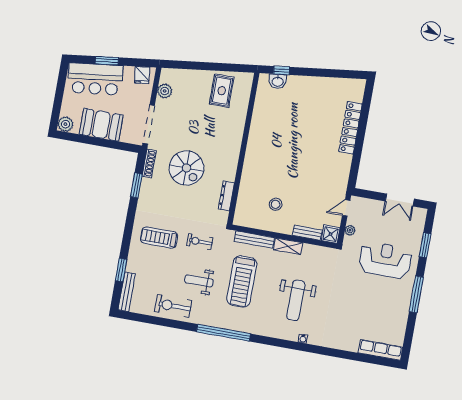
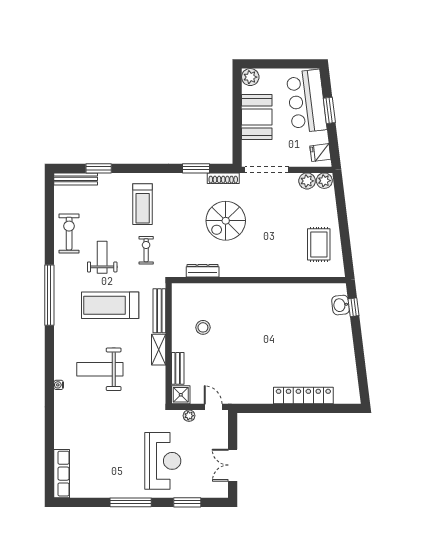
plant: (167, 76) -> (324, 181), added
rug: (222, 91) -> (319, 244), turned 90
treadmill: (159, 238) -> (143, 204), turned 180

